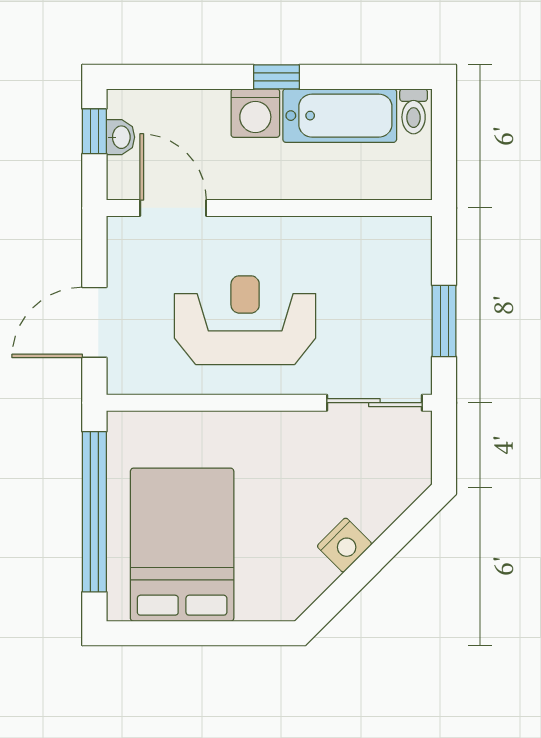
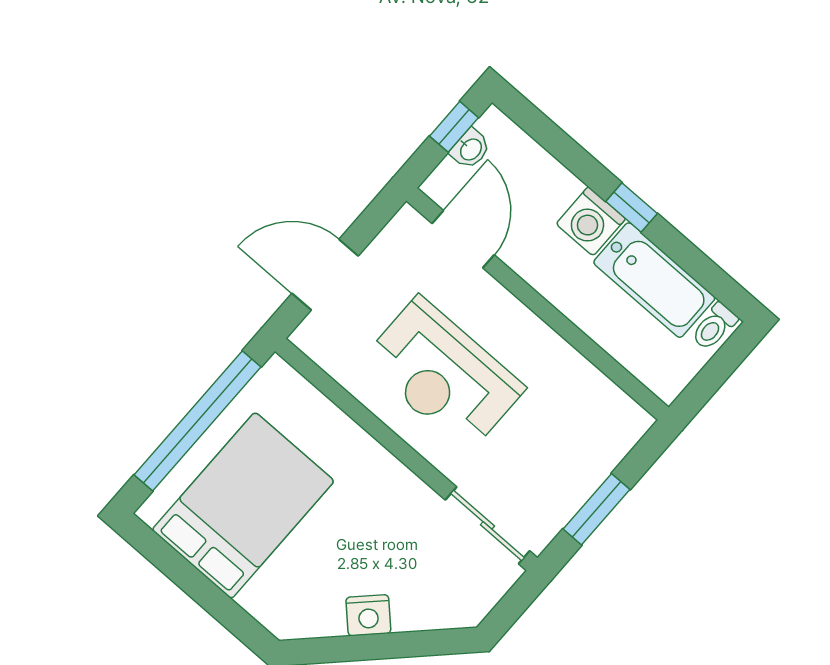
reception desk: (245, 320) -> (443, 374), turned 180

